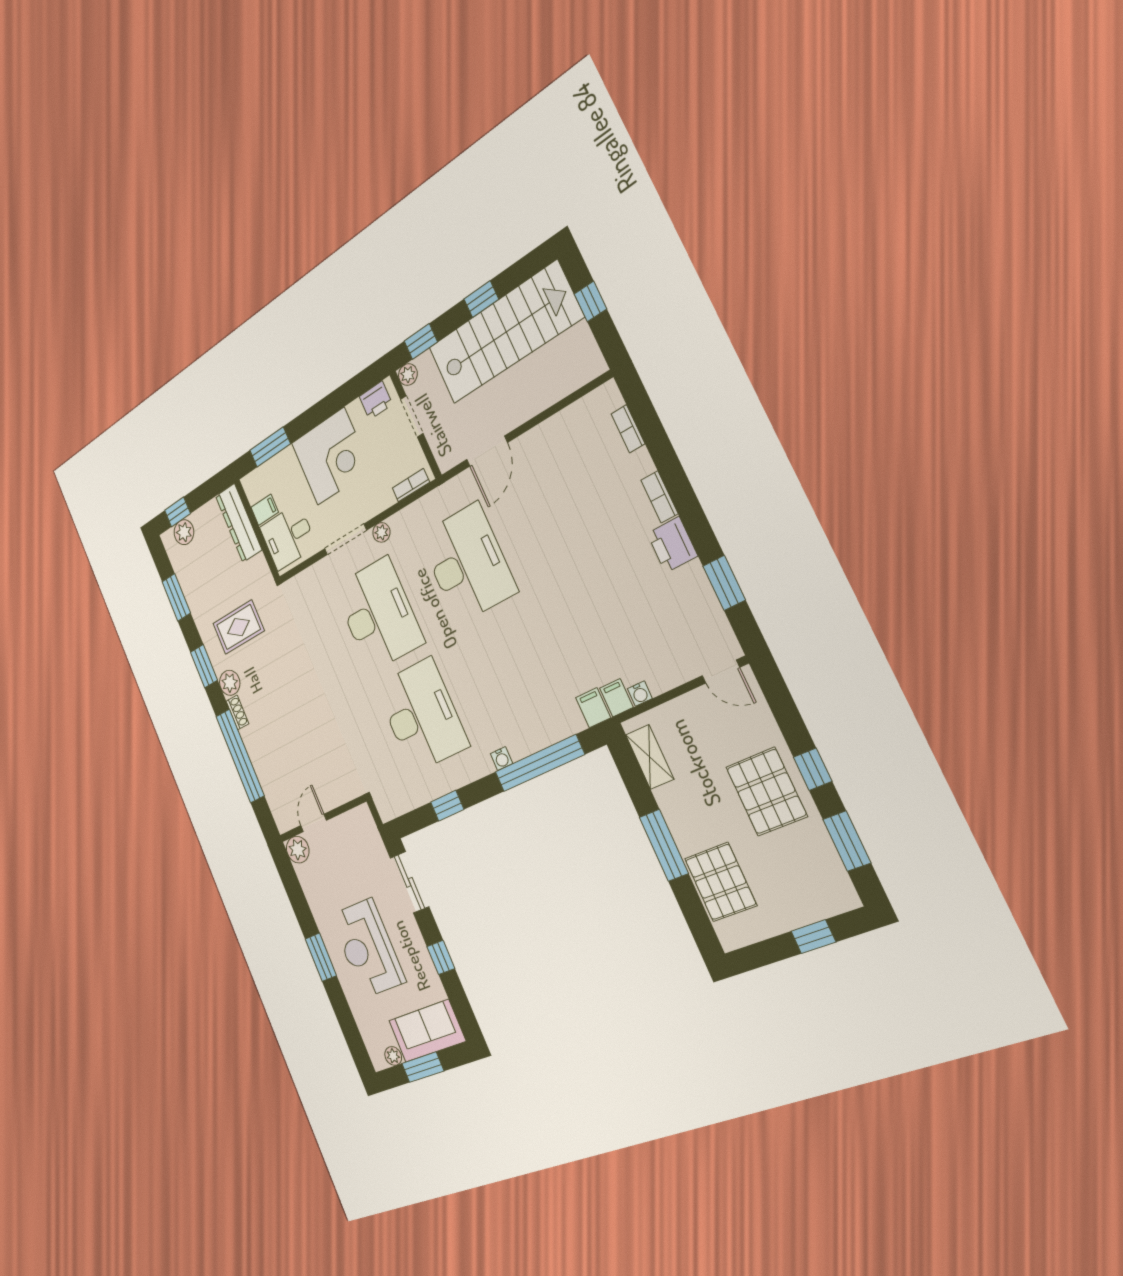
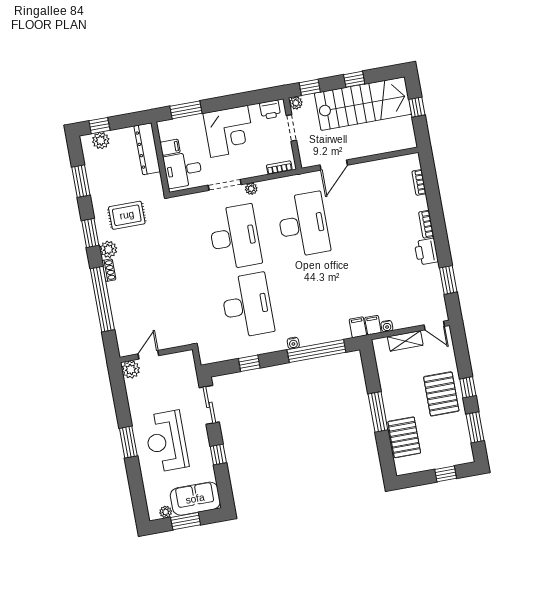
shelving: (650, 757) -> (405, 341), moved, turned 90

